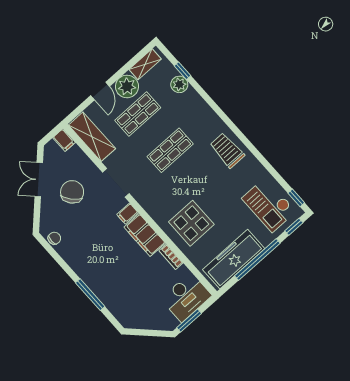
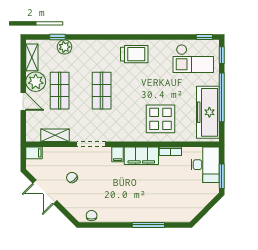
shelving: (92, 137) -> (55, 135), width x0.67, depth x0.75
trolley: (227, 150) -> (134, 54), turned 180
chair: (72, 192) -> (72, 178), width x0.54, depth x0.54

